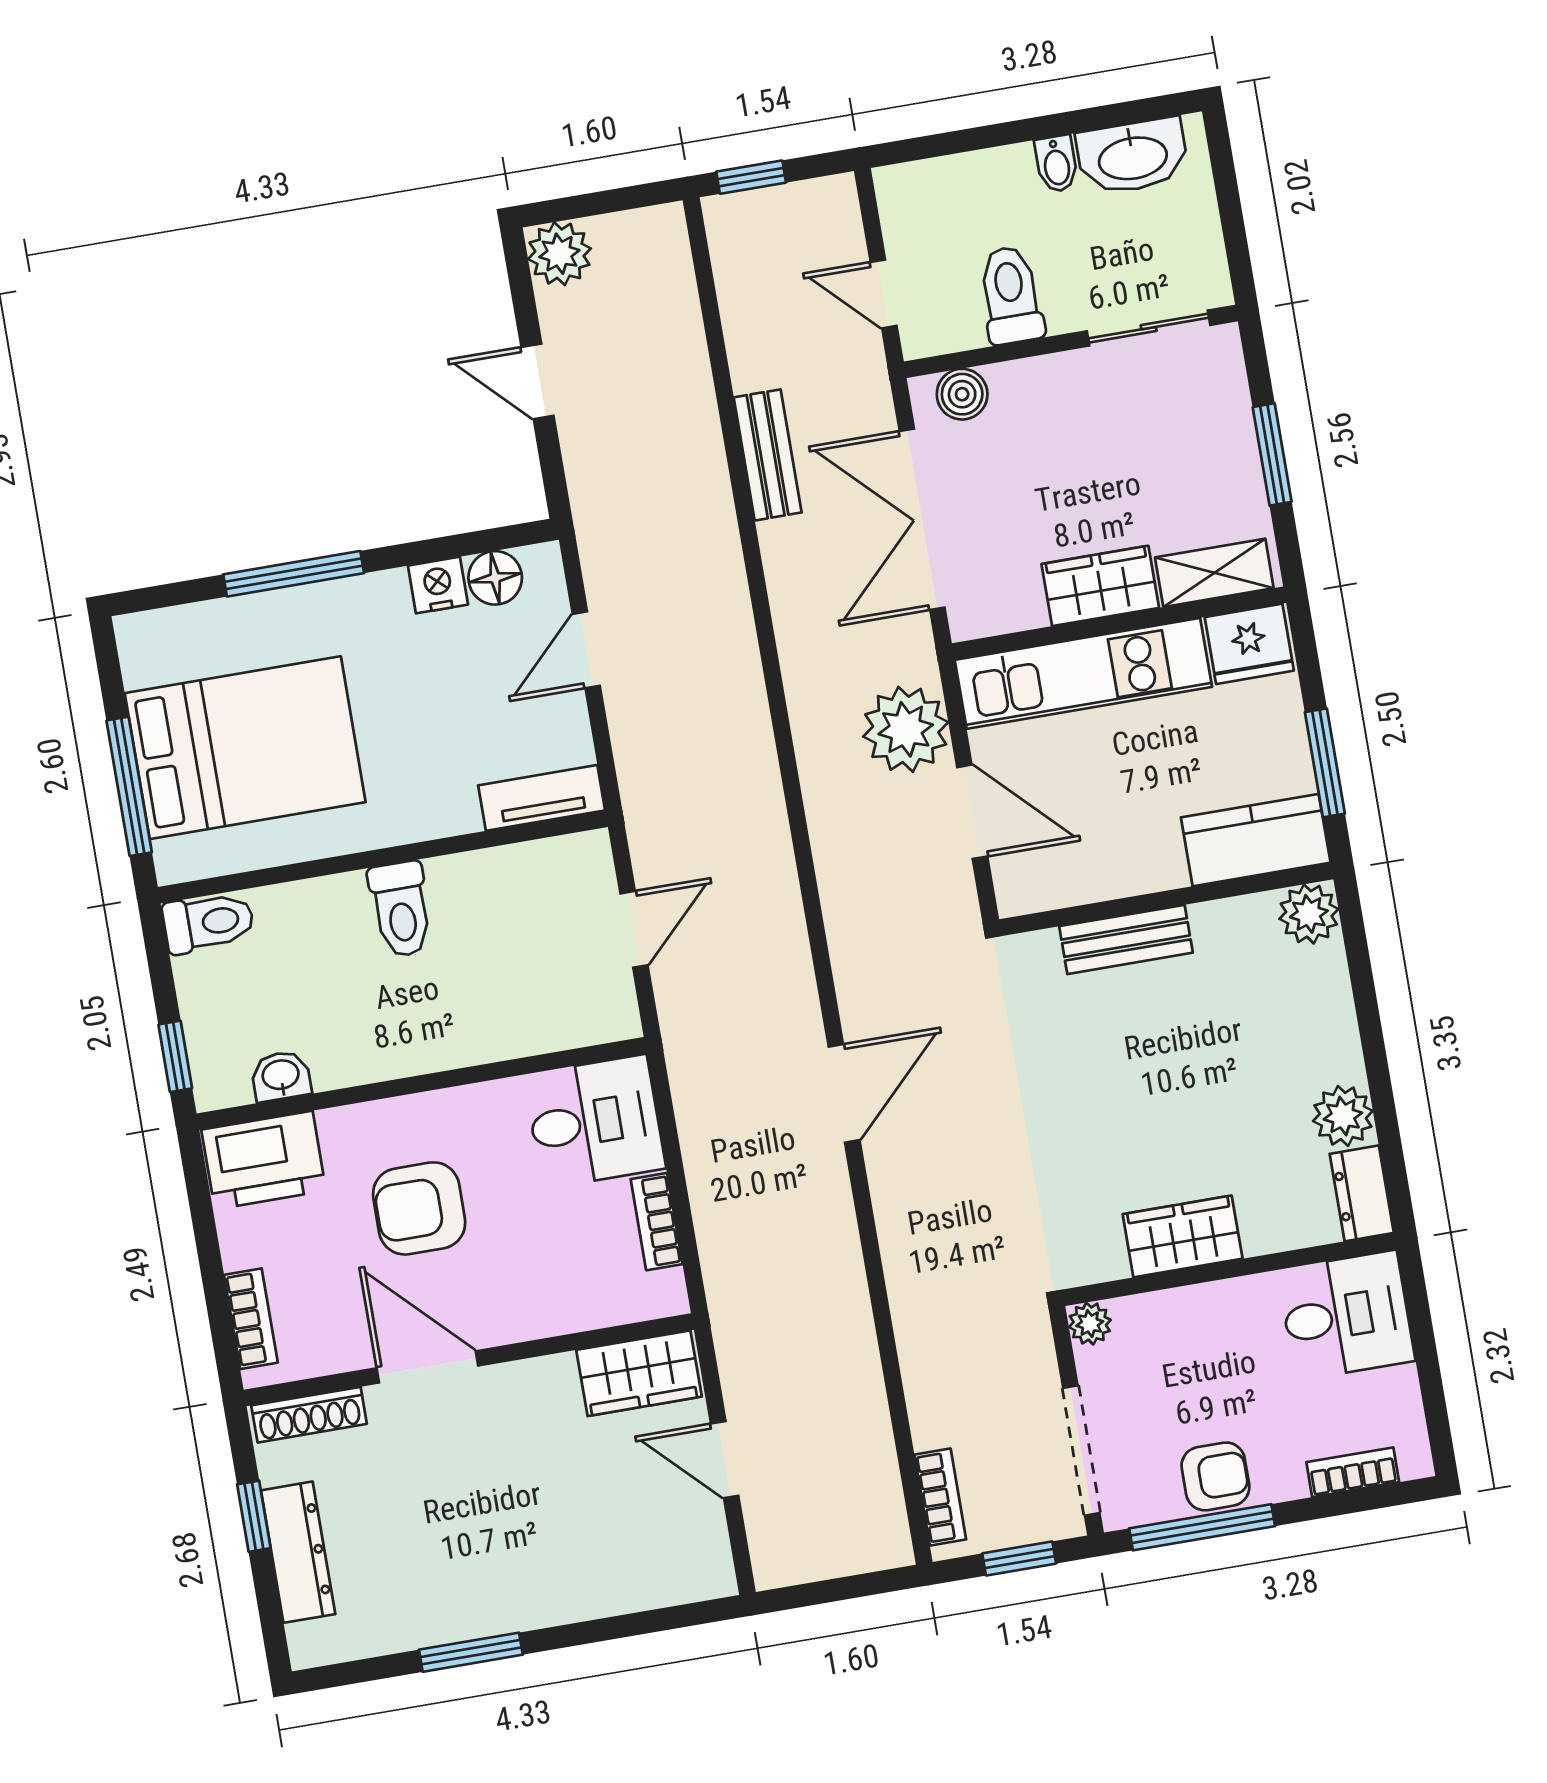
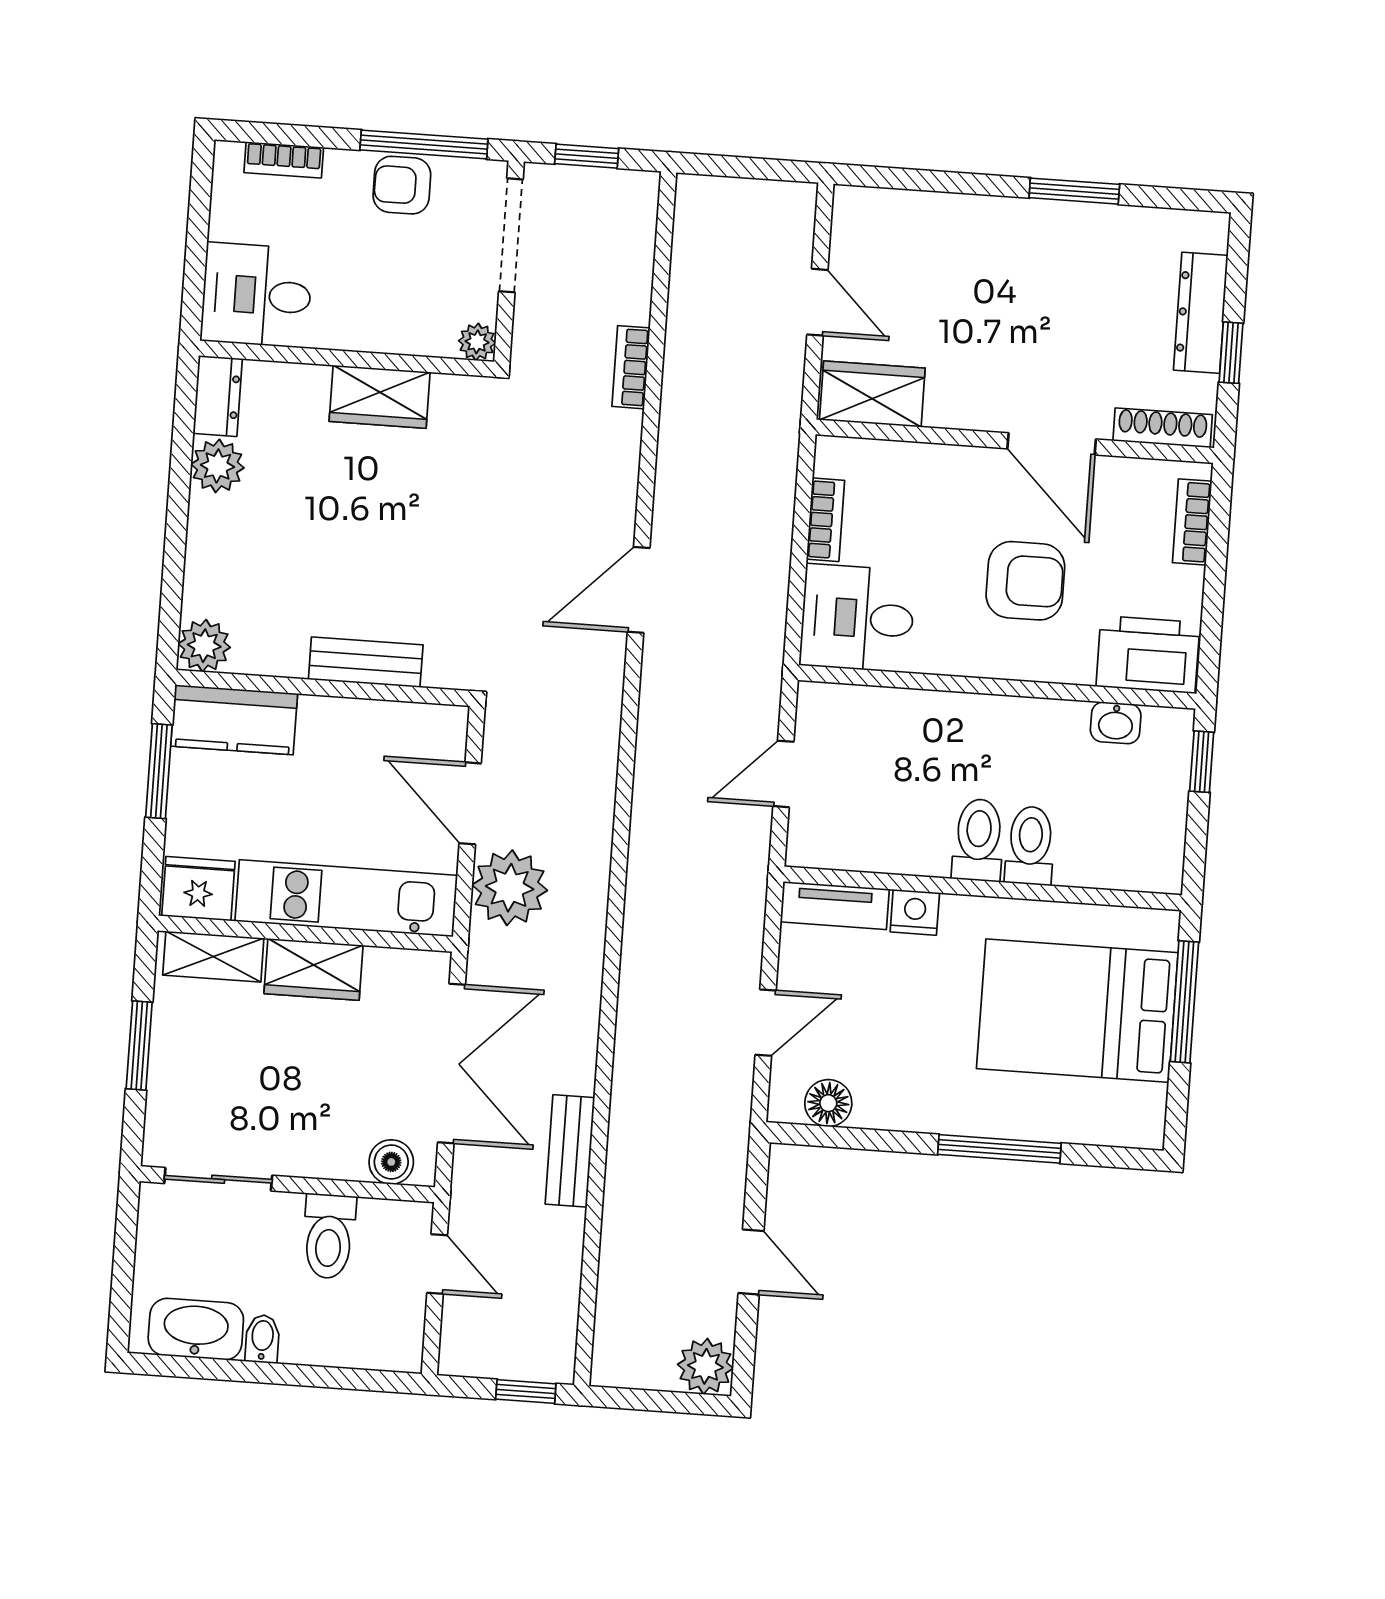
nightstand: (438, 585) -> (915, 912), moved, turned 180
toilet: (208, 922) -> (1030, 846), moved, turned 90
bookcase: (940, 1497) -> (631, 367), moved

